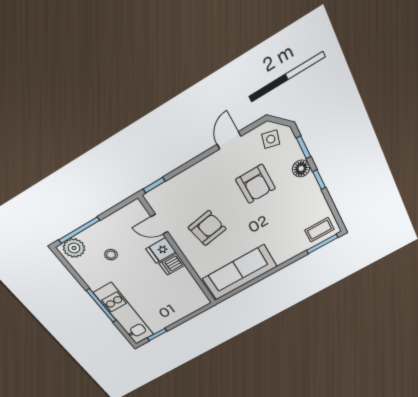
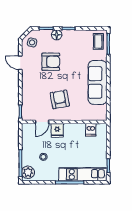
dishwasher: (172, 264) -> (91, 130), moved
sofa: (240, 273) -> (98, 82), moved

